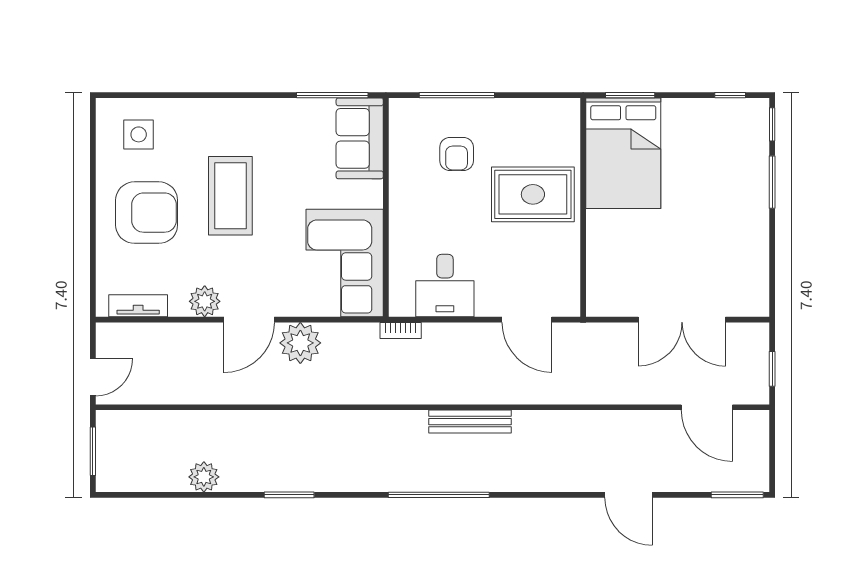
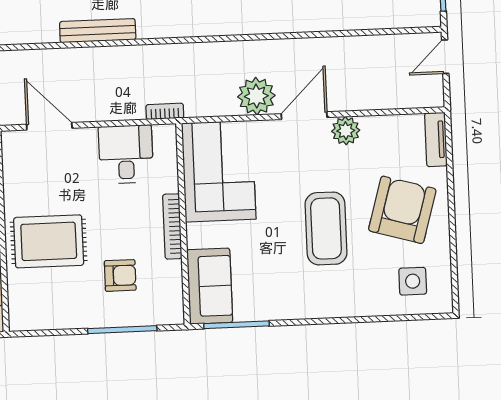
armchair: (457, 154) -> (120, 275), turned 90
bookcase: (398, 205) -> (172, 226), added
armchair: (147, 213) -> (402, 210), turned 106
tv unit: (138, 306) -> (436, 139), moved, turned 90

